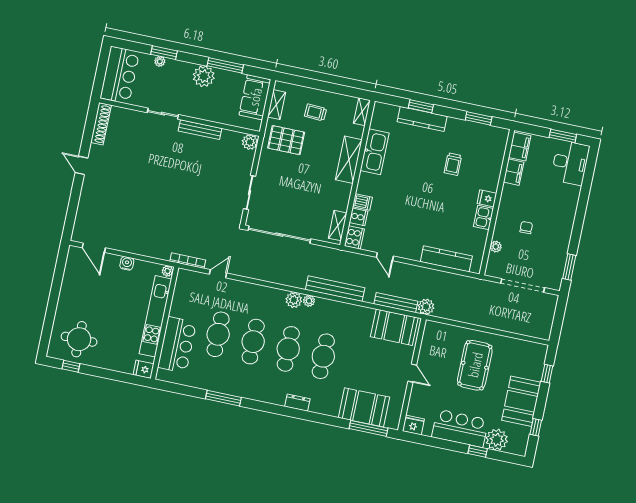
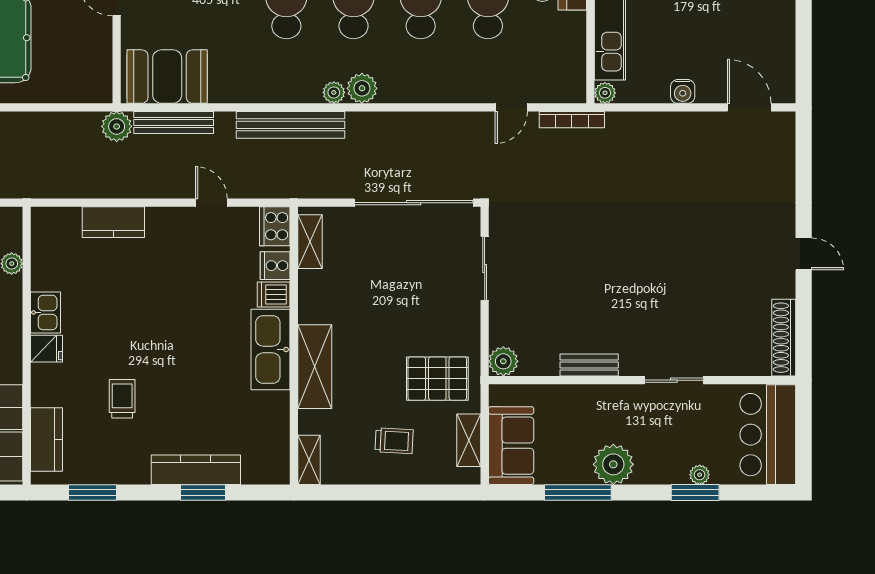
bench: (200, 130) -> (589, 365), width x0.73
kitchen counter: (497, 151) -> (46, 440), added
kitchen sink: (375, 152) -> (271, 349), moved
kitchen counter: (446, 259) -> (113, 222), width x0.67

